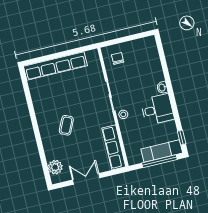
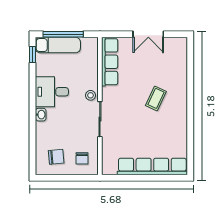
chair: (140, 54) -> (56, 157), added
plant: (55, 167) -> (179, 55), removed

